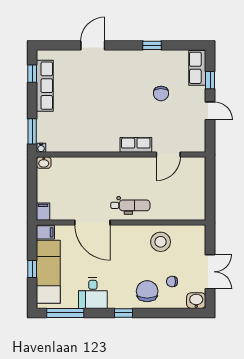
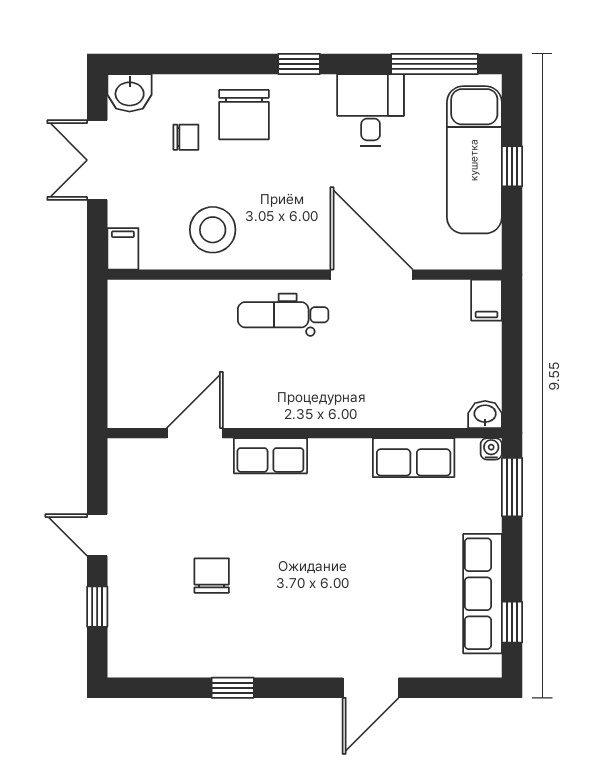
row of seats: (197, 68) -> (414, 458), moved, turned 90
filing cabinet: (45, 232) -> (123, 249), moved, turned 90

